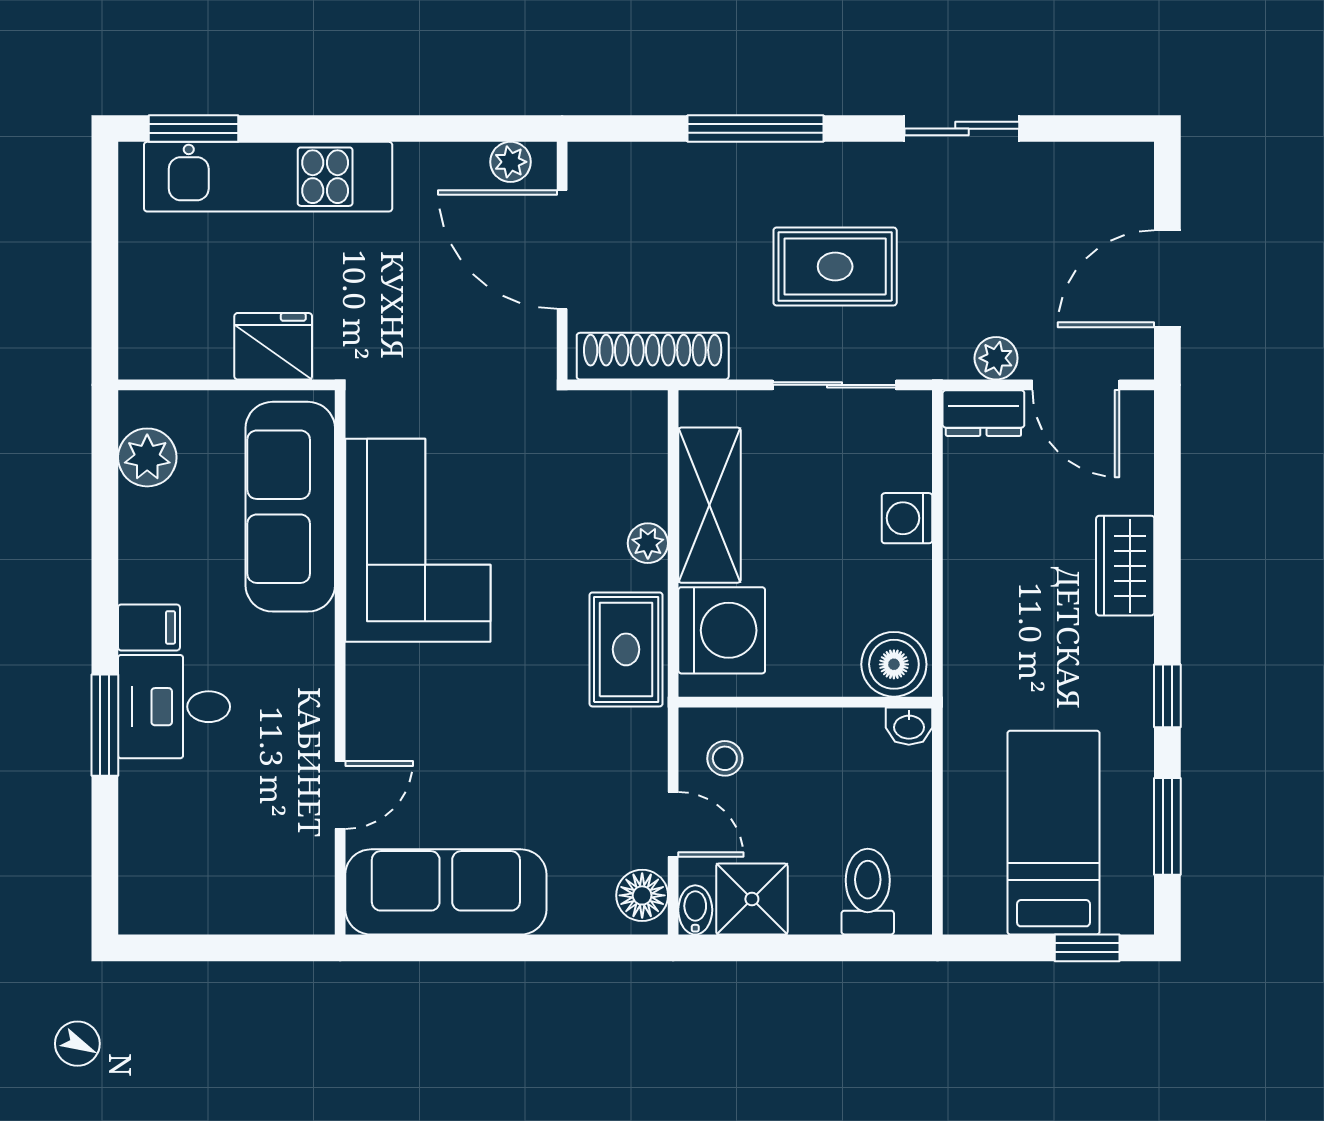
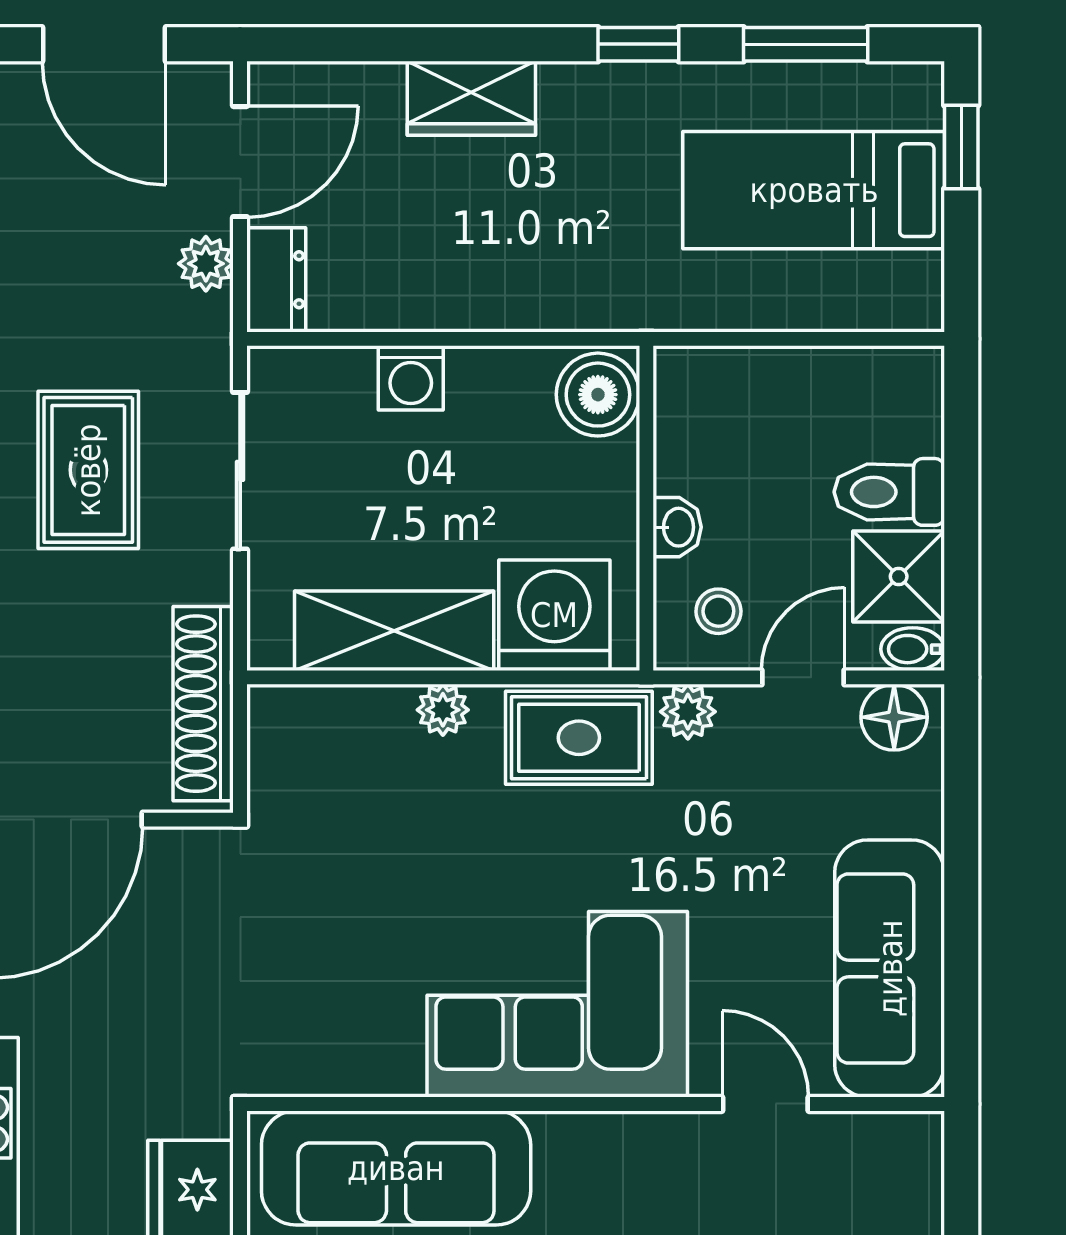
corner sofa: (418, 540) -> (557, 1004), moved
washbasin: (909, 726) -> (677, 527), moved
plant: (646, 734) -> (688, 712), added
toilet: (868, 892) -> (889, 492), moved

